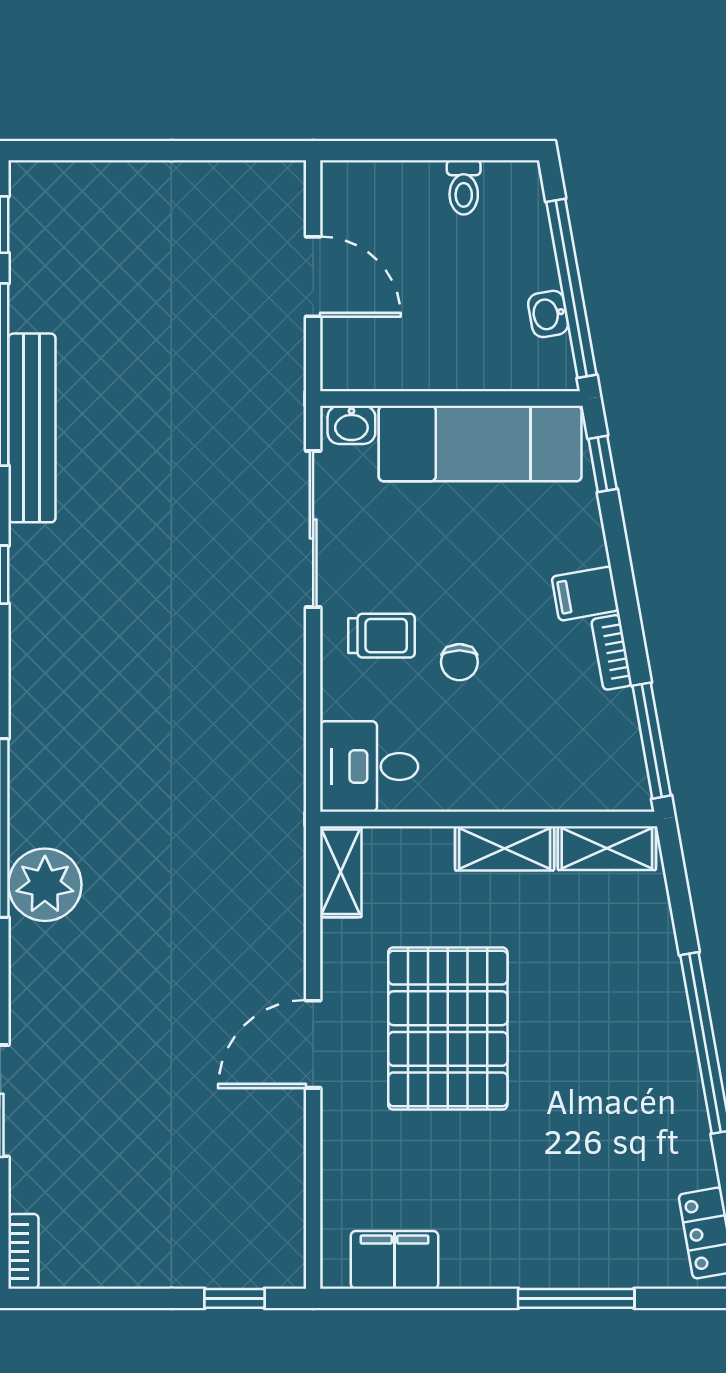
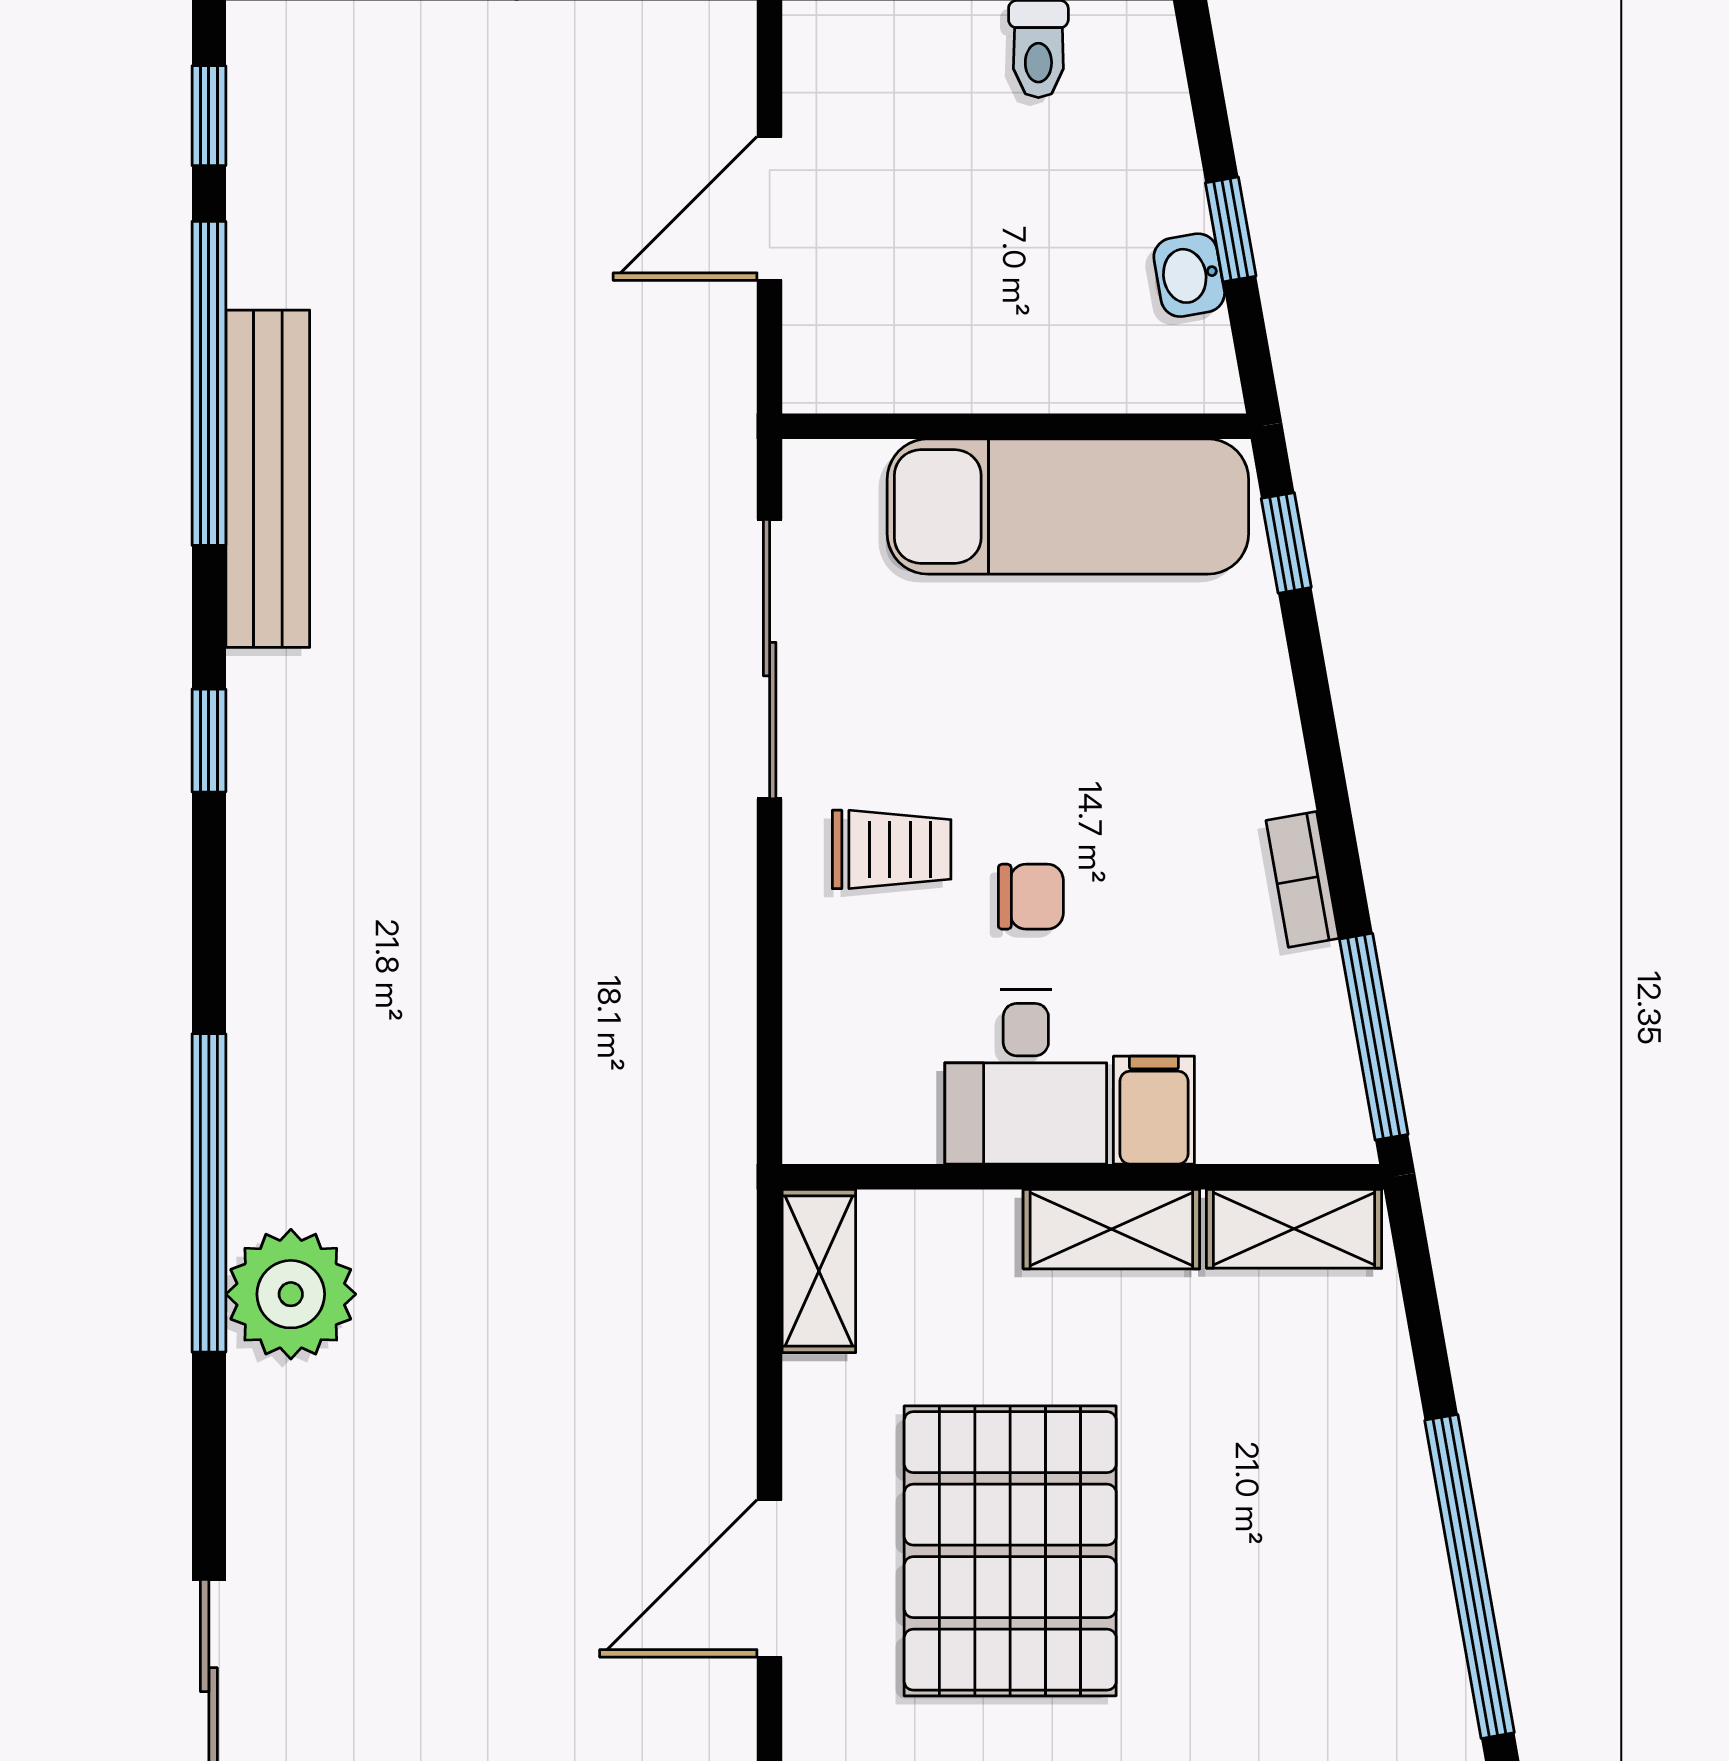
door: (313, 277) -> (770, 209), swing flipped
window: (571, 288) -> (1231, 229), width x0.32
washbasin: (351, 425) -> (838, 473), removed
filing cabinet: (585, 594) -> (1154, 1110), moved, turned 100
chair: (459, 662) -> (1031, 897), turned -90
desk: (369, 766) -> (1026, 1077), moved, turned -90

